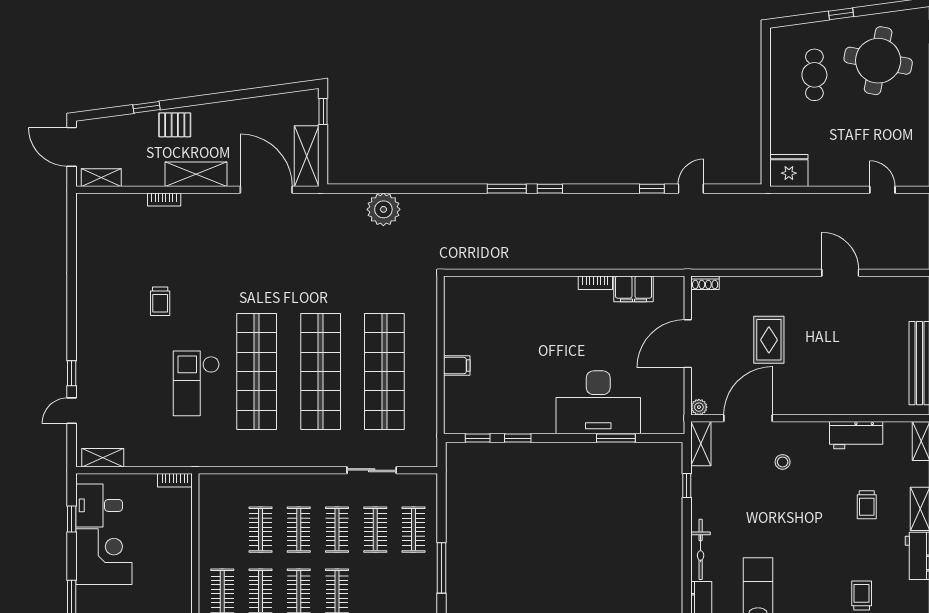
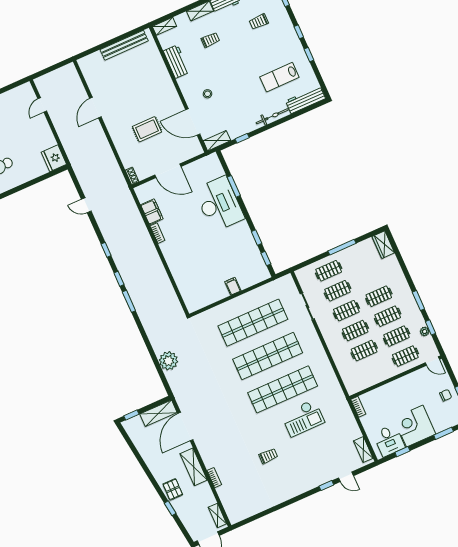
window: (652, 189) -> (106, 250), moved
plant: (699, 407) -> (198, 150), removed

